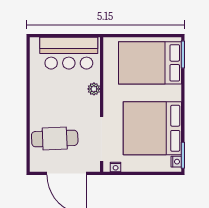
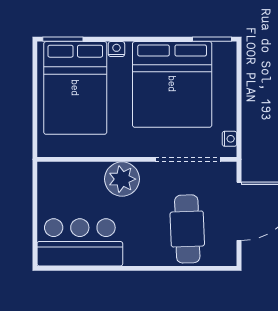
bar counter: (69, 53) -> (80, 242), moved, turned -90
plant: (94, 89) -> (122, 179), width x1.88, depth x1.88
nightstand: (176, 162) -> (116, 49), moved

